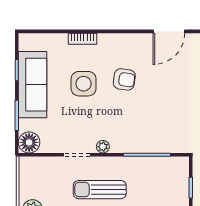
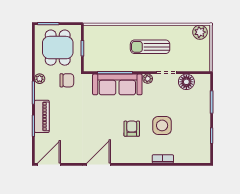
armchair: (124, 79) -> (132, 129), turned 82
sofa: (33, 85) -> (117, 84), moved, turned -90
floor lamp: (29, 142) -> (186, 82), moved
sun lounger: (100, 190) -> (150, 47), turned 180

